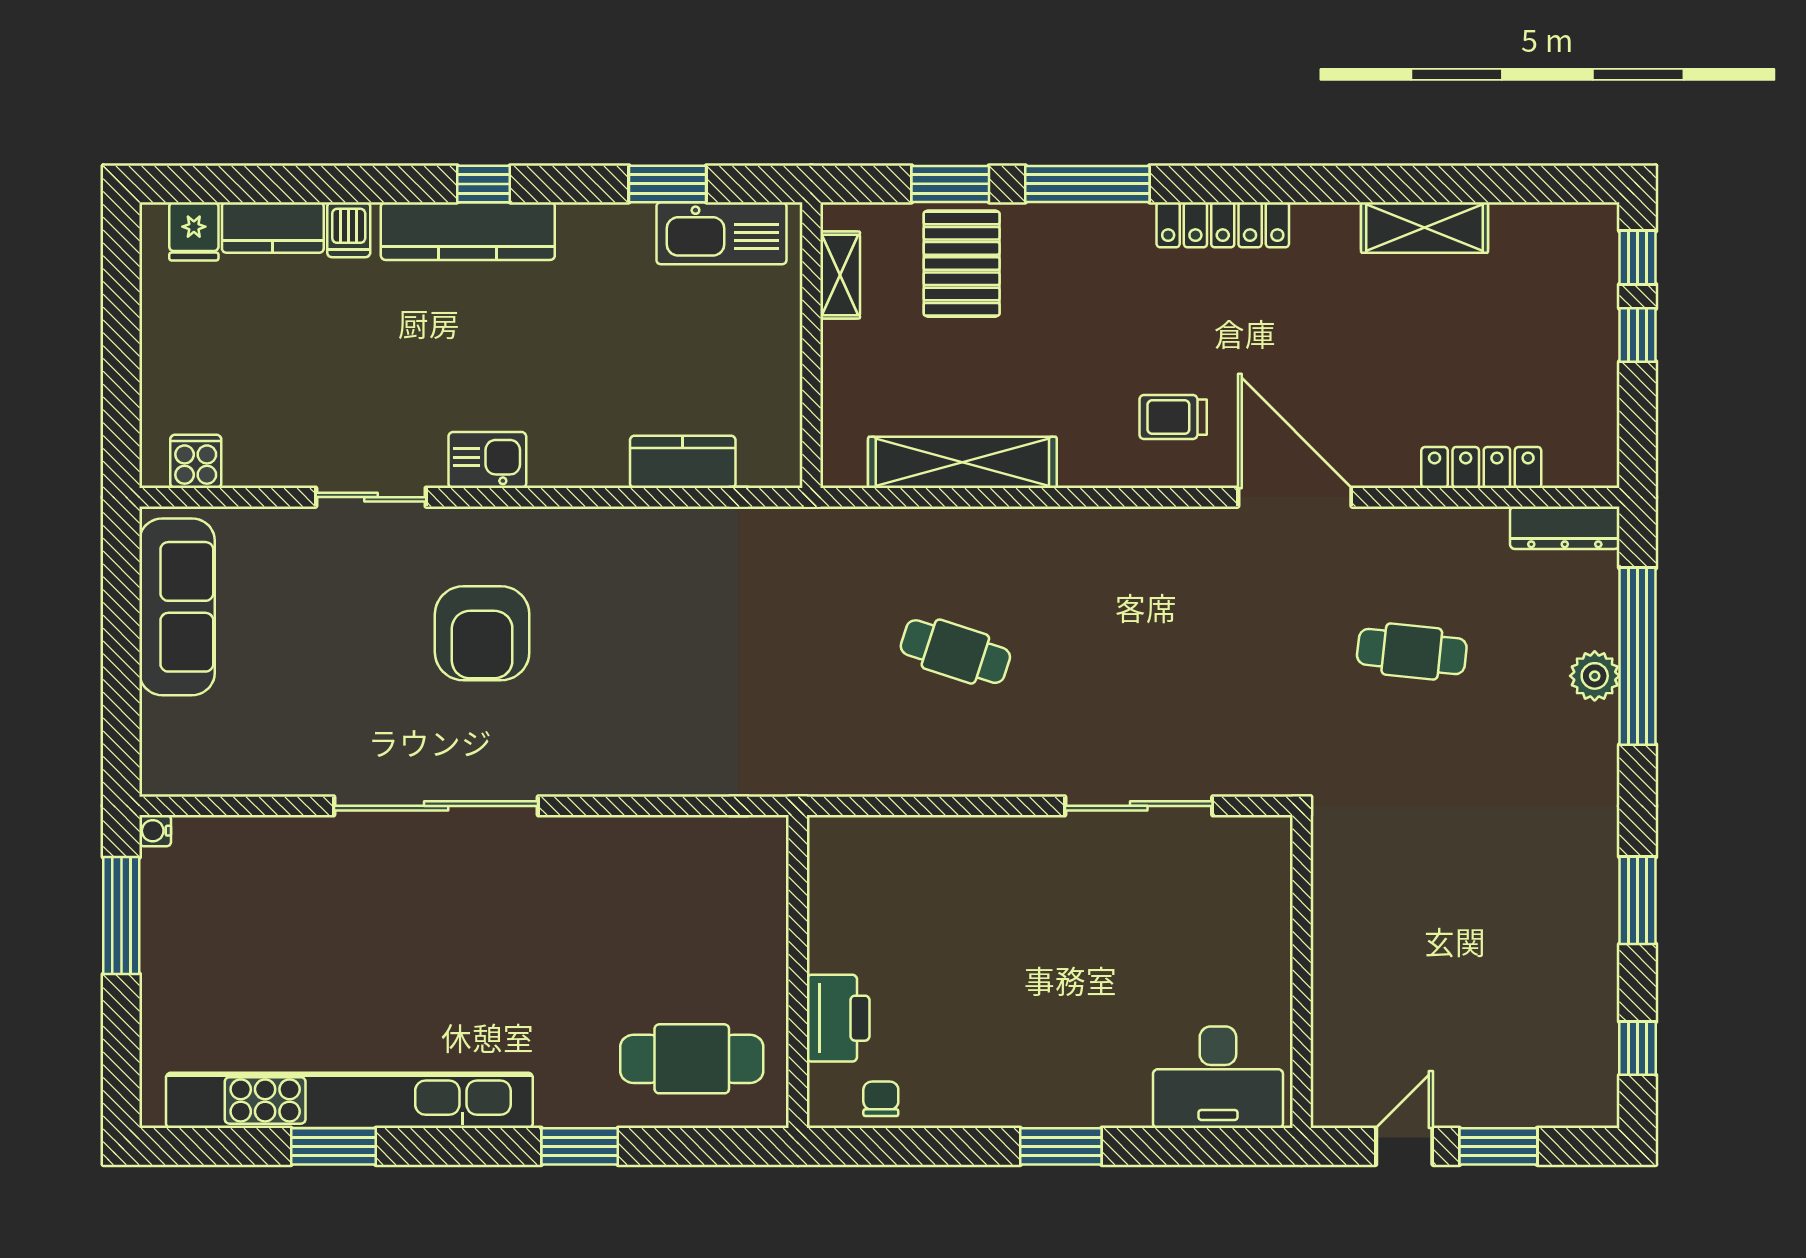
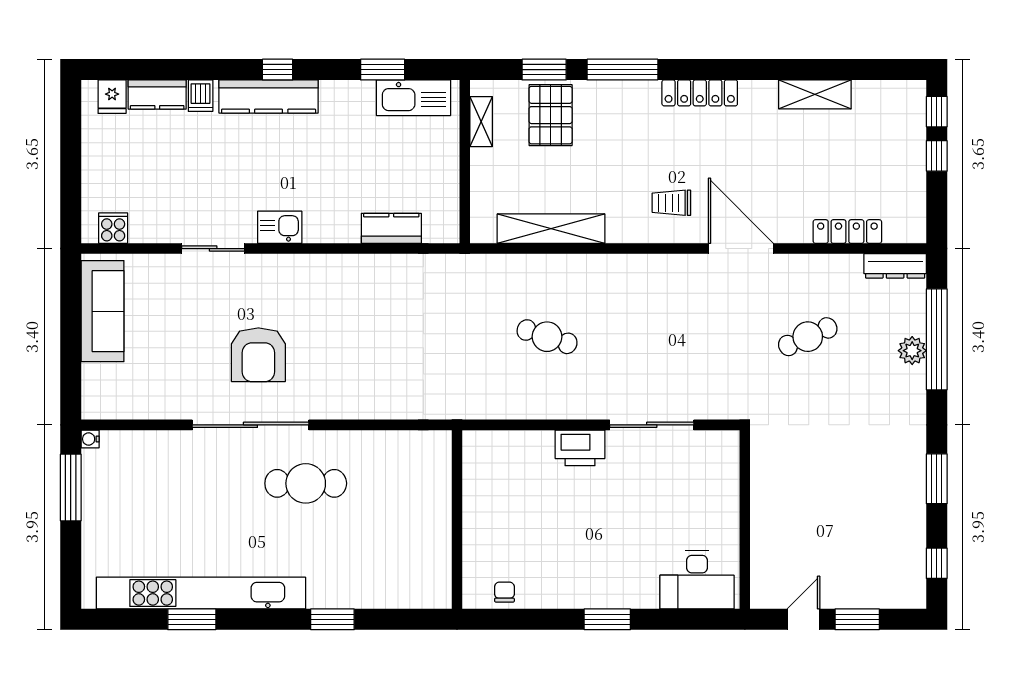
armchair: (482, 633) -> (258, 355), moved
cafe table: (1412, 652) -> (808, 337), turned -30
printer: (838, 1018) -> (580, 448), moved, turned 90
cafe table: (692, 1059) -> (306, 483), moved

